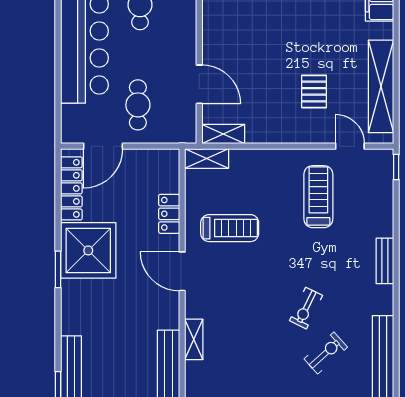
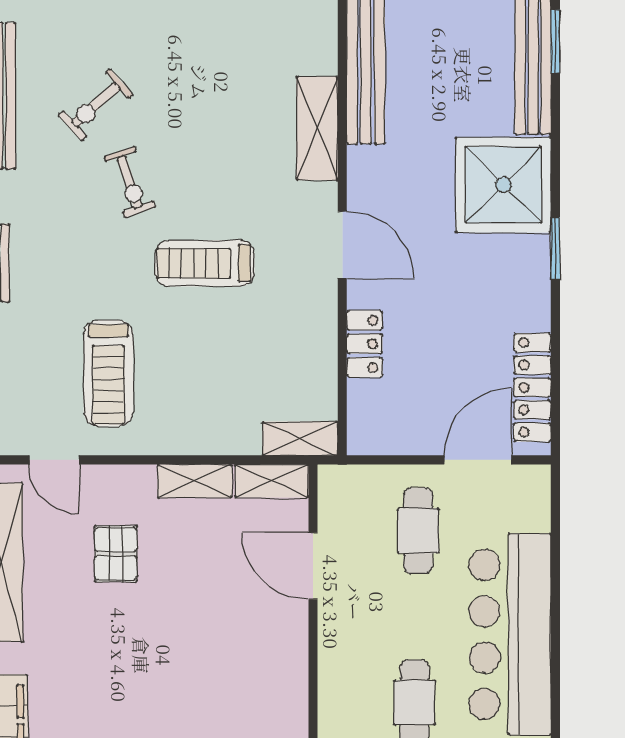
shelving: (268, 134) -> (195, 481), added
treadmill: (230, 228) -> (205, 263), moved
shower: (88, 250) -> (503, 185), moved
exercise bike: (306, 308) -> (130, 182), turned 135
shelving: (194, 339) -> (317, 128), width x1.50, depth x1.33

